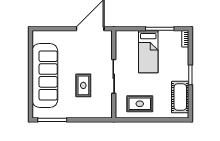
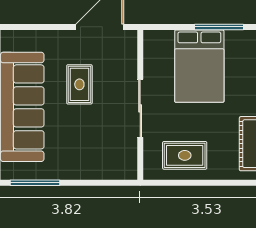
bed: (148, 52) -> (199, 66), width x1.50
rug: (83, 85) -> (79, 84), moved

